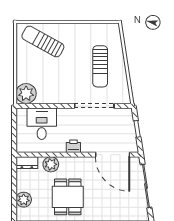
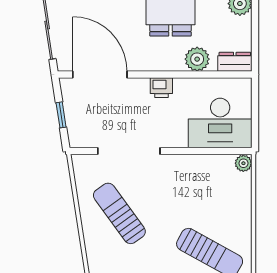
sun lounger: (100, 66) -> (119, 213), turned -36
plant: (26, 94) -> (243, 163), width x0.53, depth x0.53
desk: (42, 124) -> (220, 123), width x1.37

